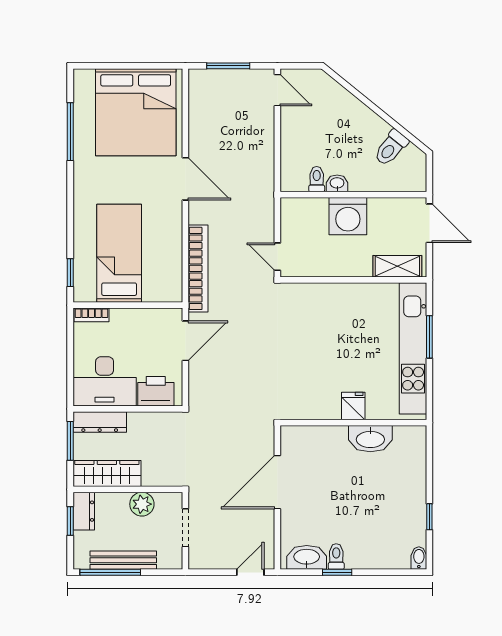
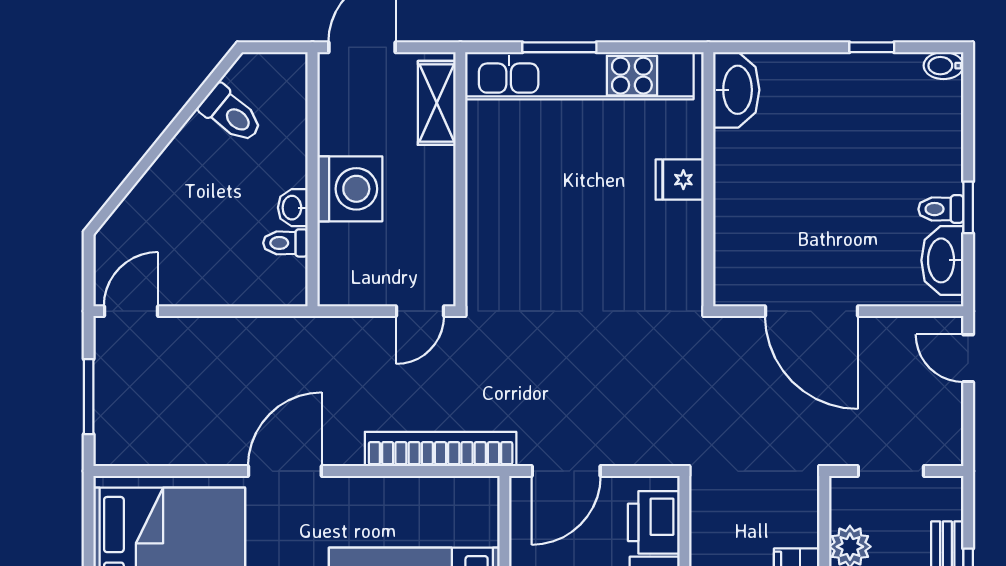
door: (185, 341) -> (566, 471), swing flipped
washbasin: (370, 439) -> (736, 90), moved

